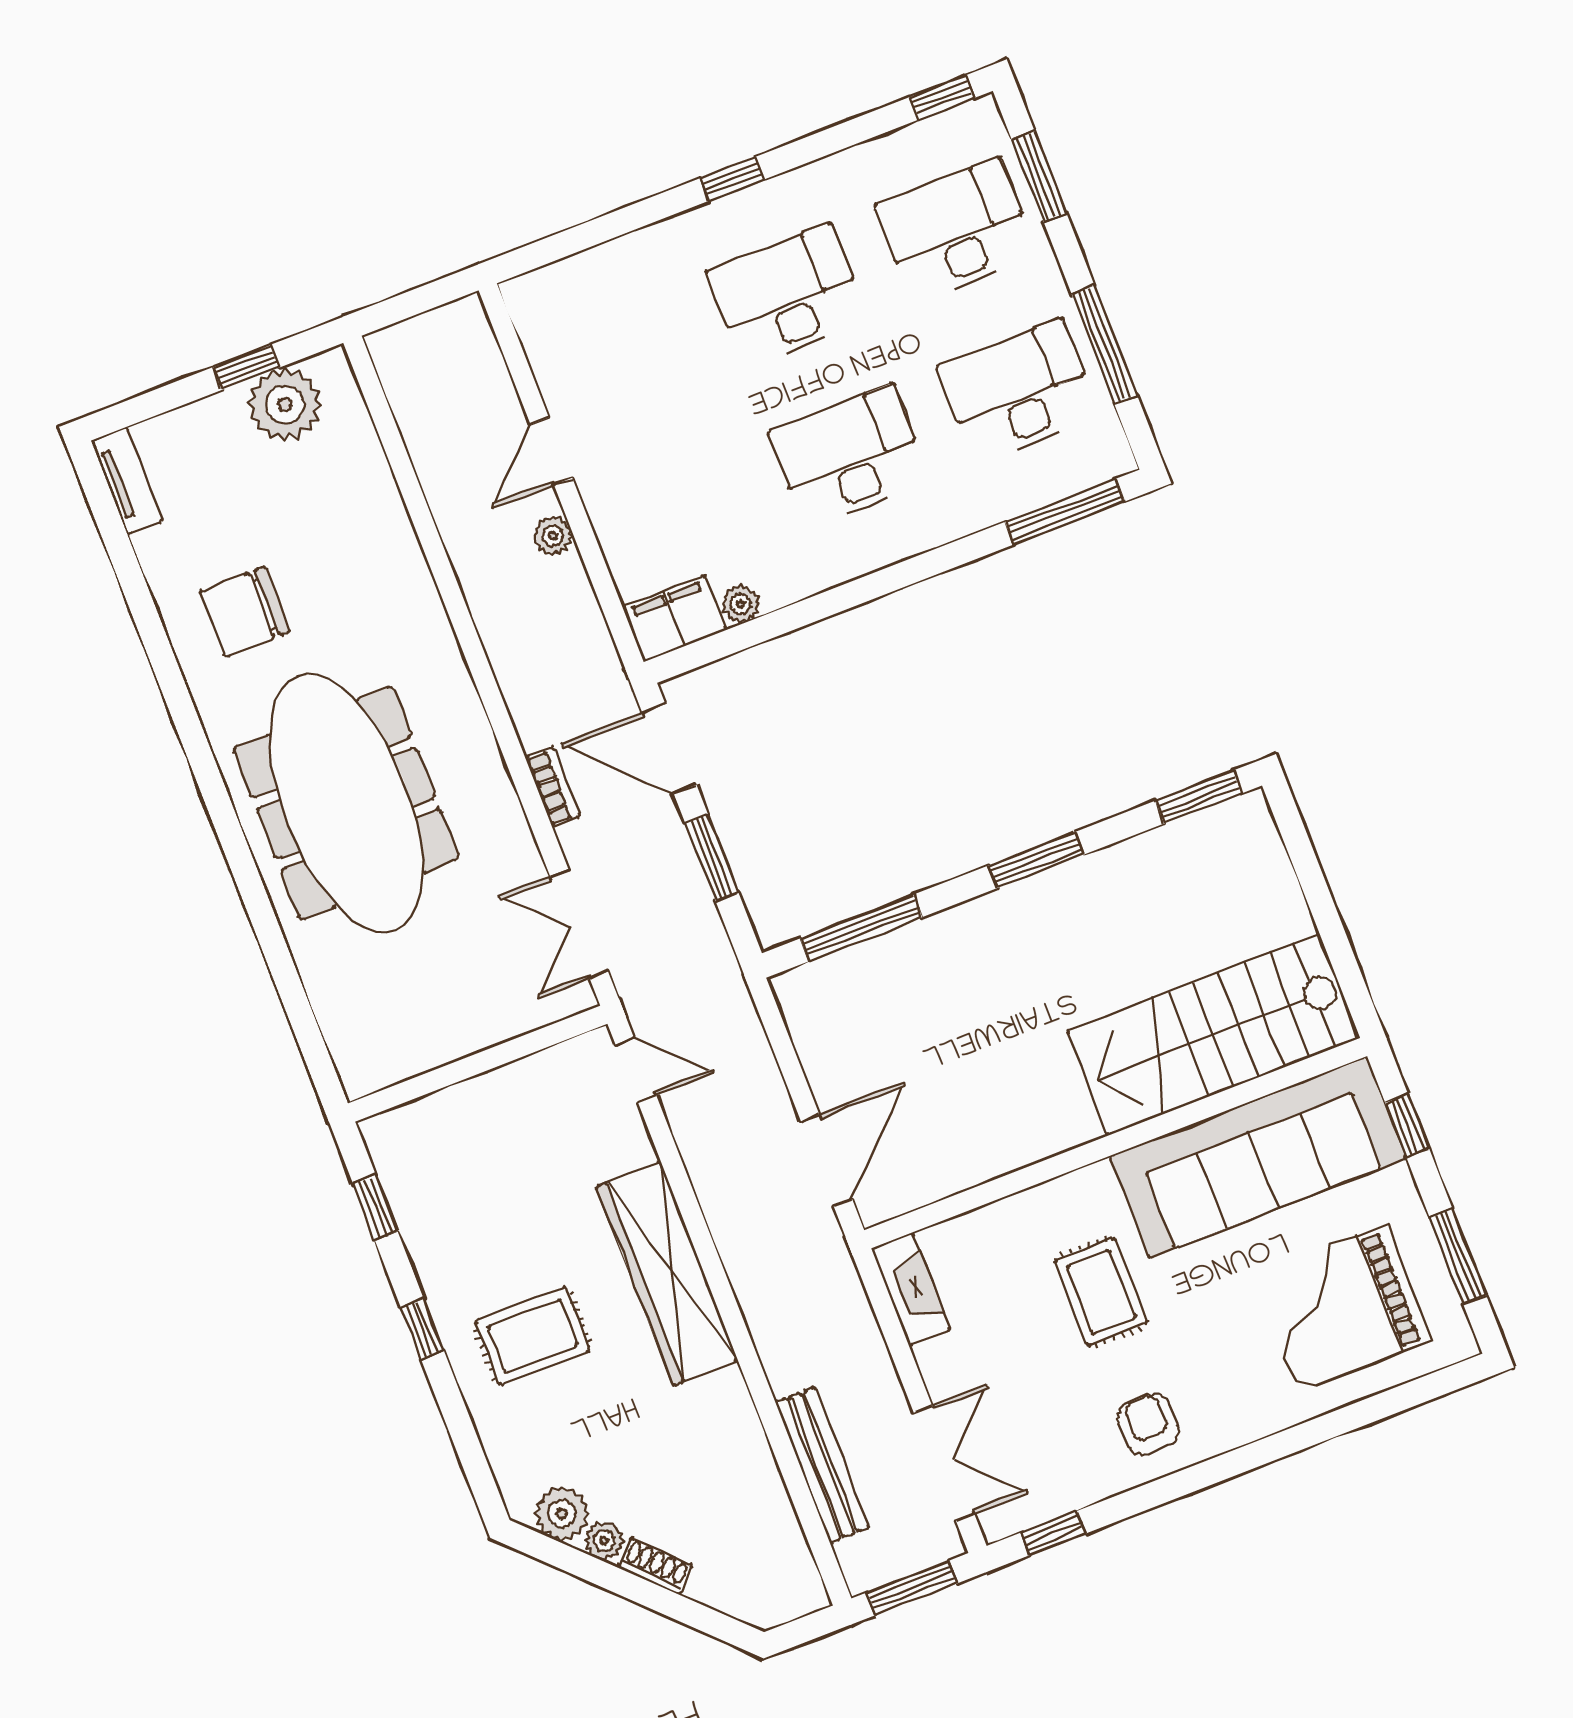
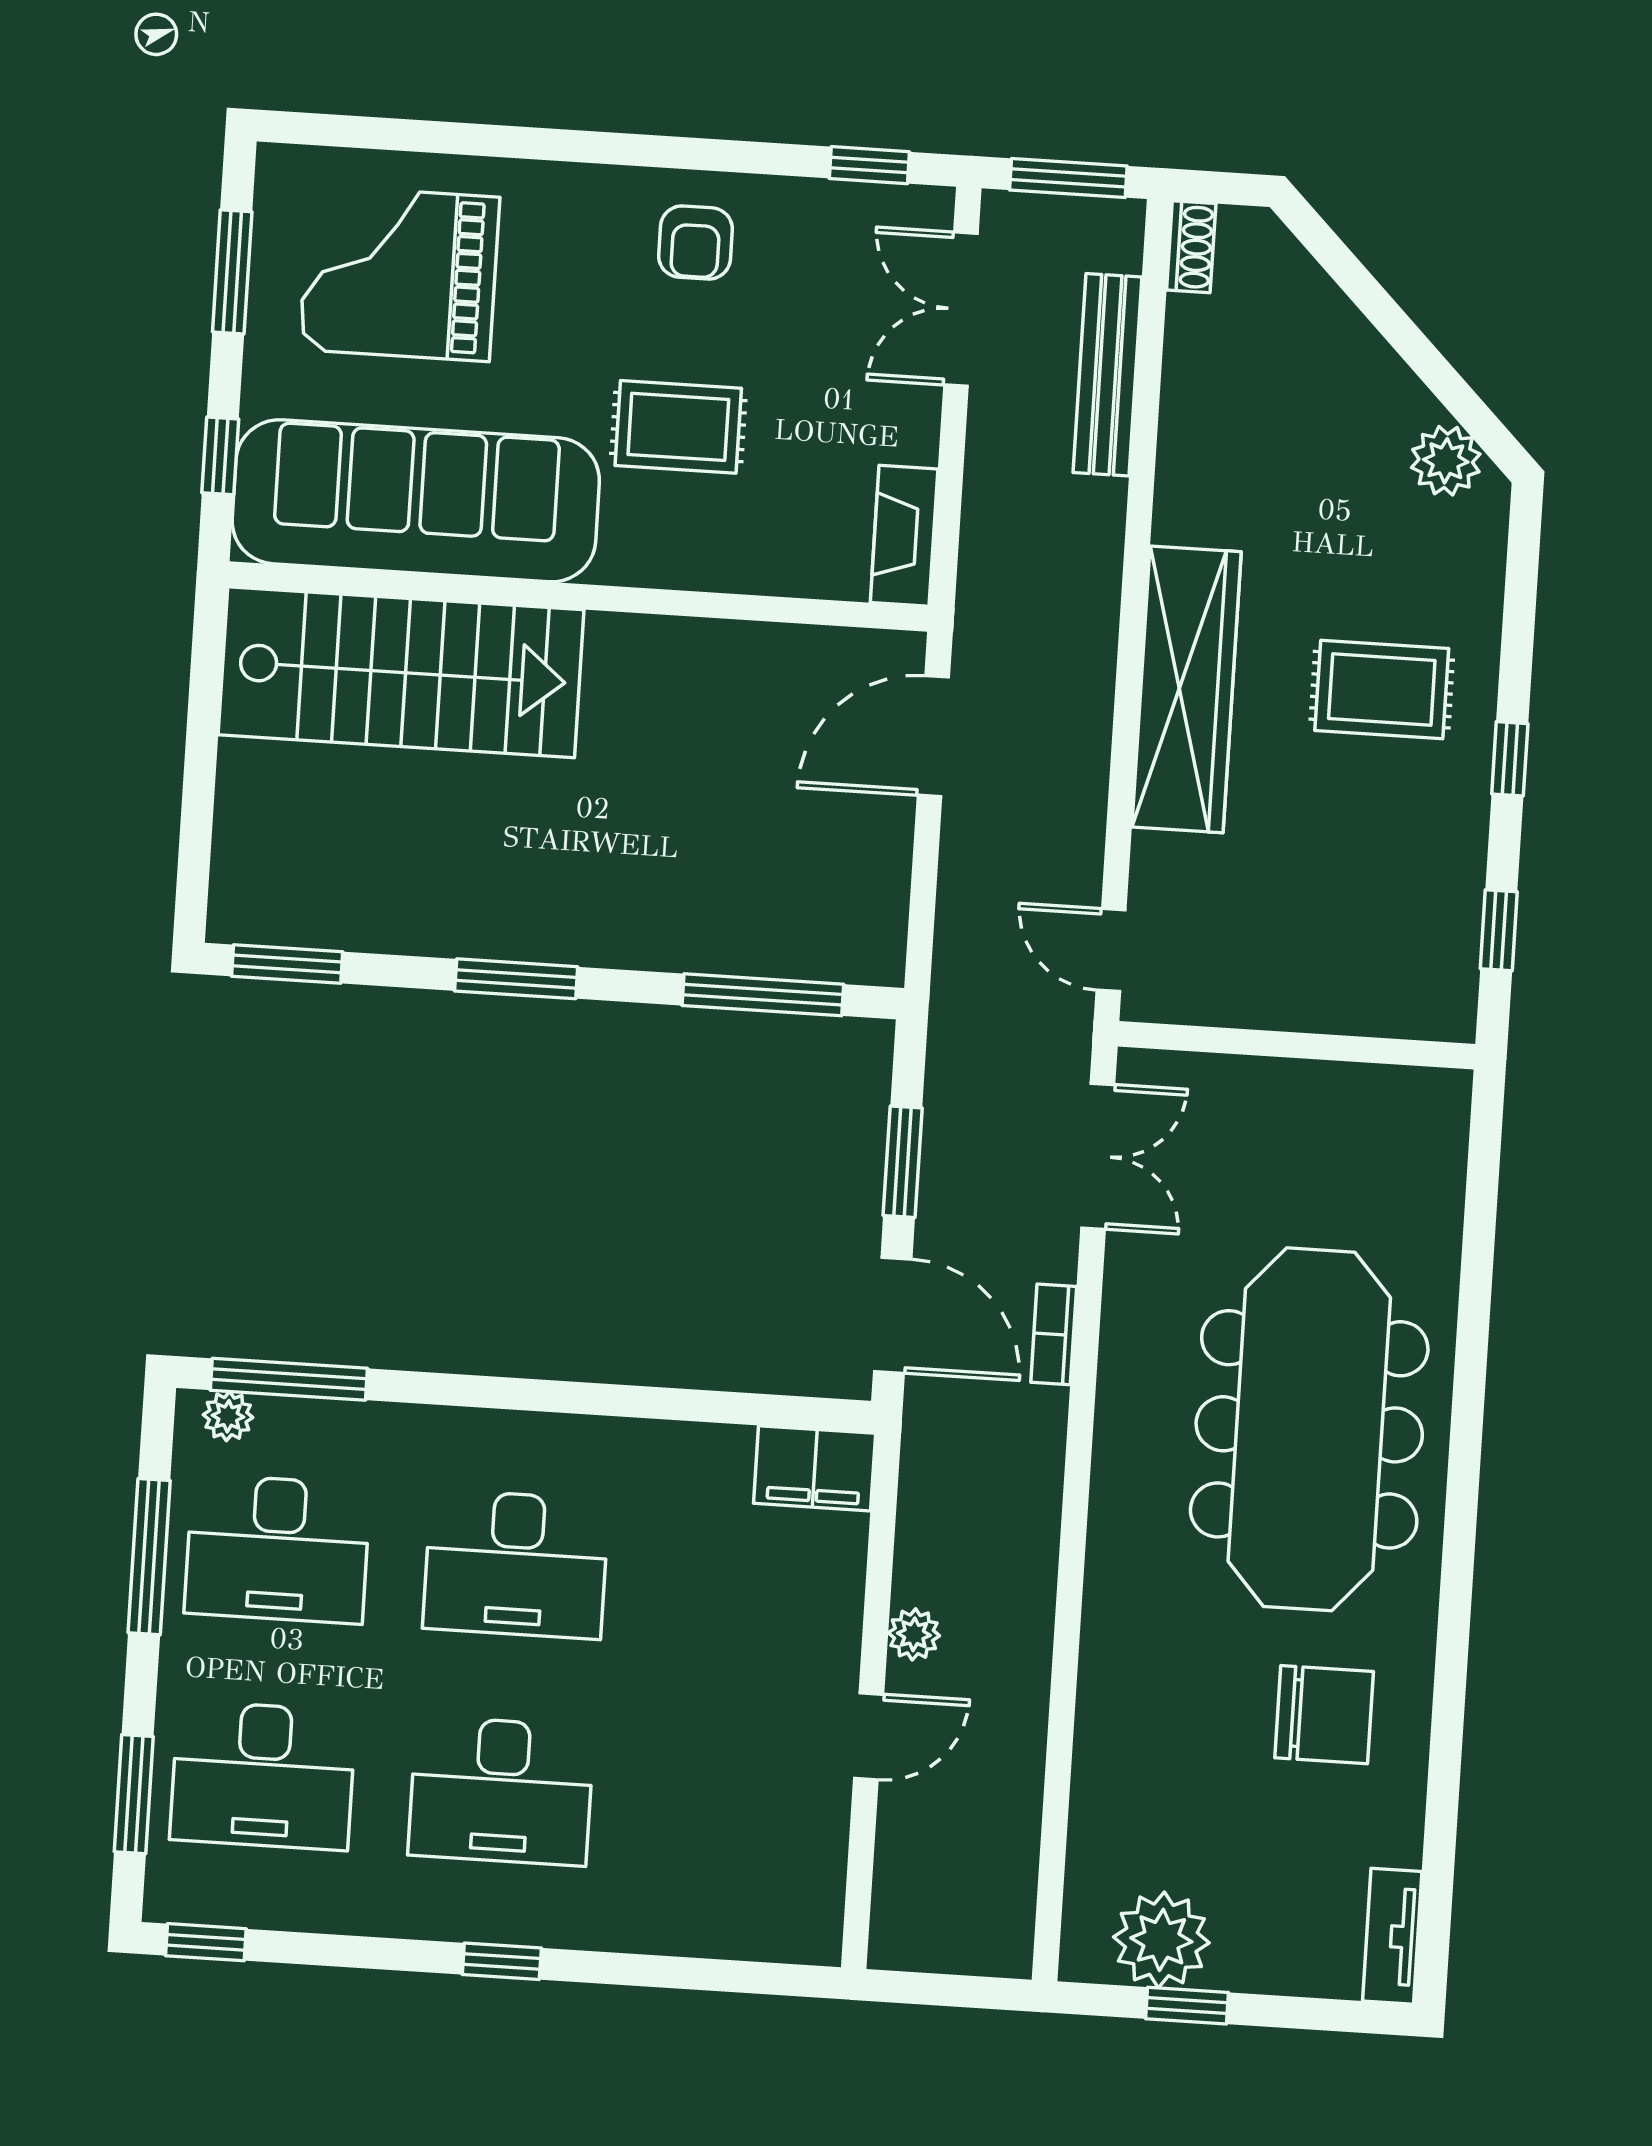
plant: (741, 604) -> (228, 1416), moved
rug: (1101, 1292) -> (678, 427), turned 90
grand piano: (1342, 1308) -> (399, 273), turned 180
plant: (604, 1541) -> (1410, 405), removed
shoe rack: (655, 1566) -> (1191, 247), moved, turned -135

